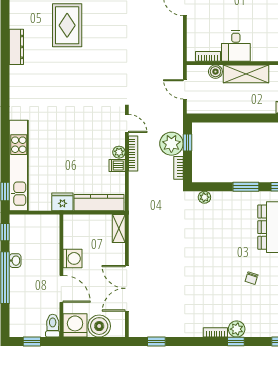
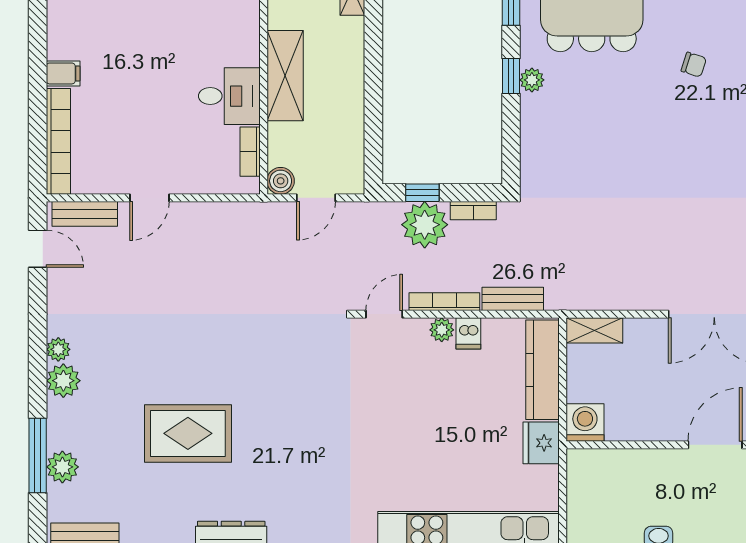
boiler: (215, 72) -> (281, 181), moved
window: (246, 187) -> (511, 76), width x0.67
bench: (134, 188) -> (513, 299), added
plant: (204, 197) -> (532, 80), moved
washing machine: (73, 258) -> (585, 423), moved

